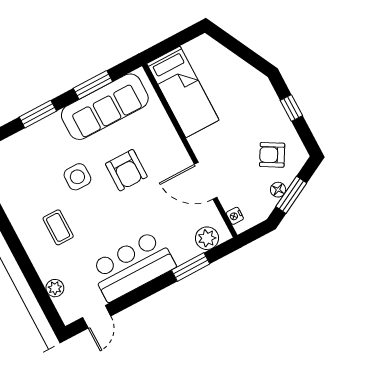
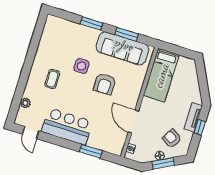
tv unit: (272, 104) -> (193, 117), added
plant: (207, 238) -> (110, 146), removed
door: (97, 317) -> (31, 133), hinge flipped

